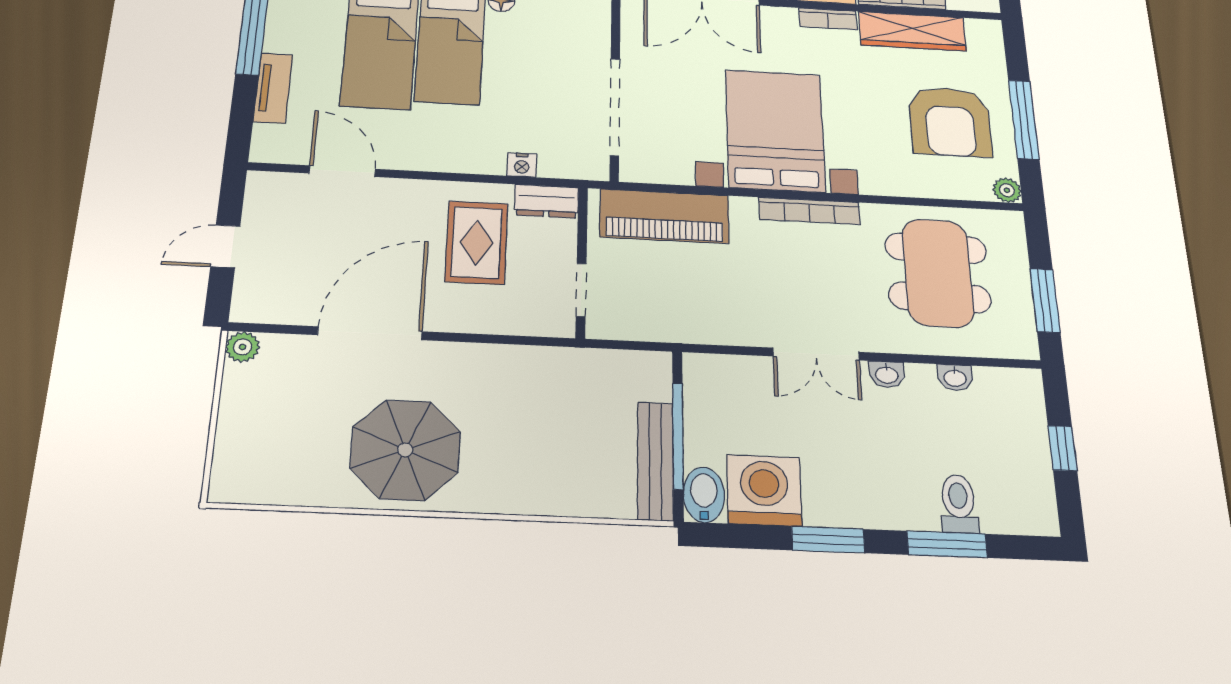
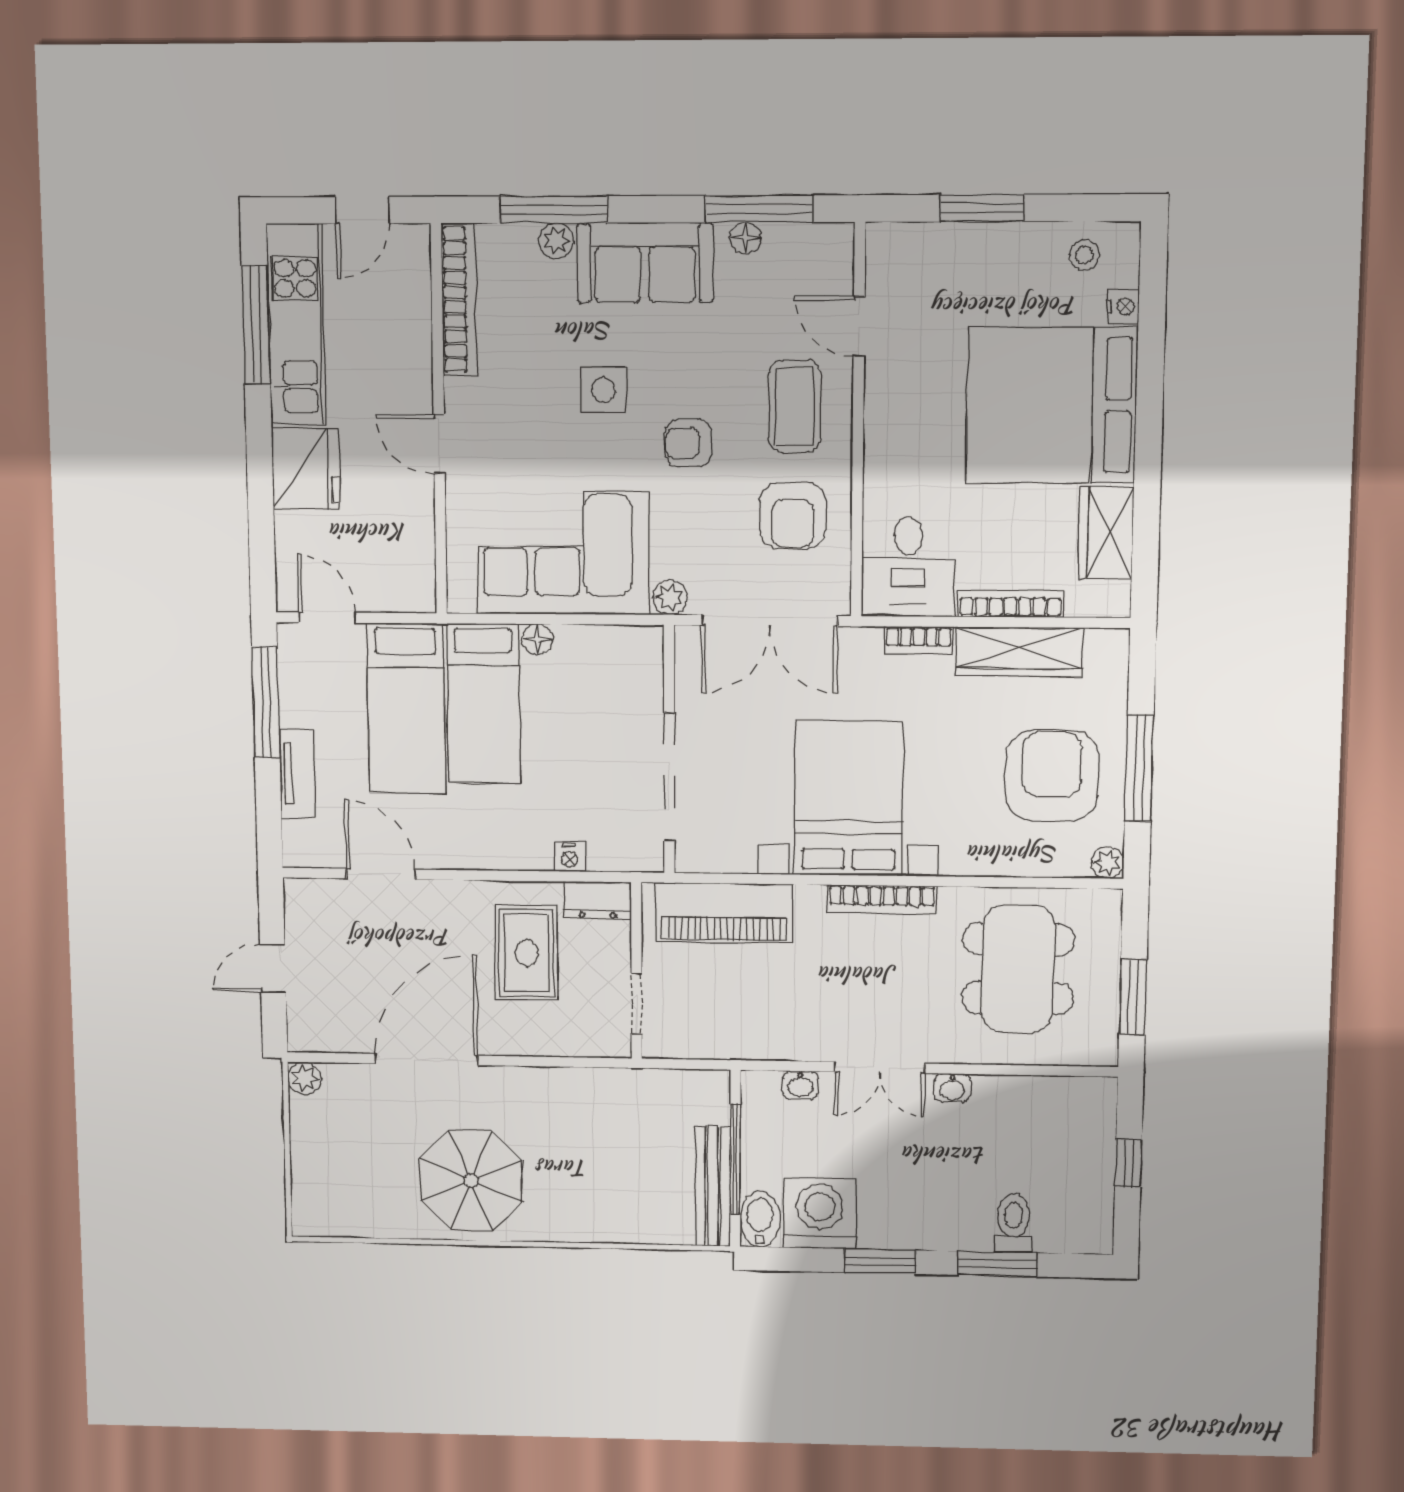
armchair: (950, 122) -> (1052, 776), turned 180
washbasin: (955, 378) -> (800, 1085), moved

